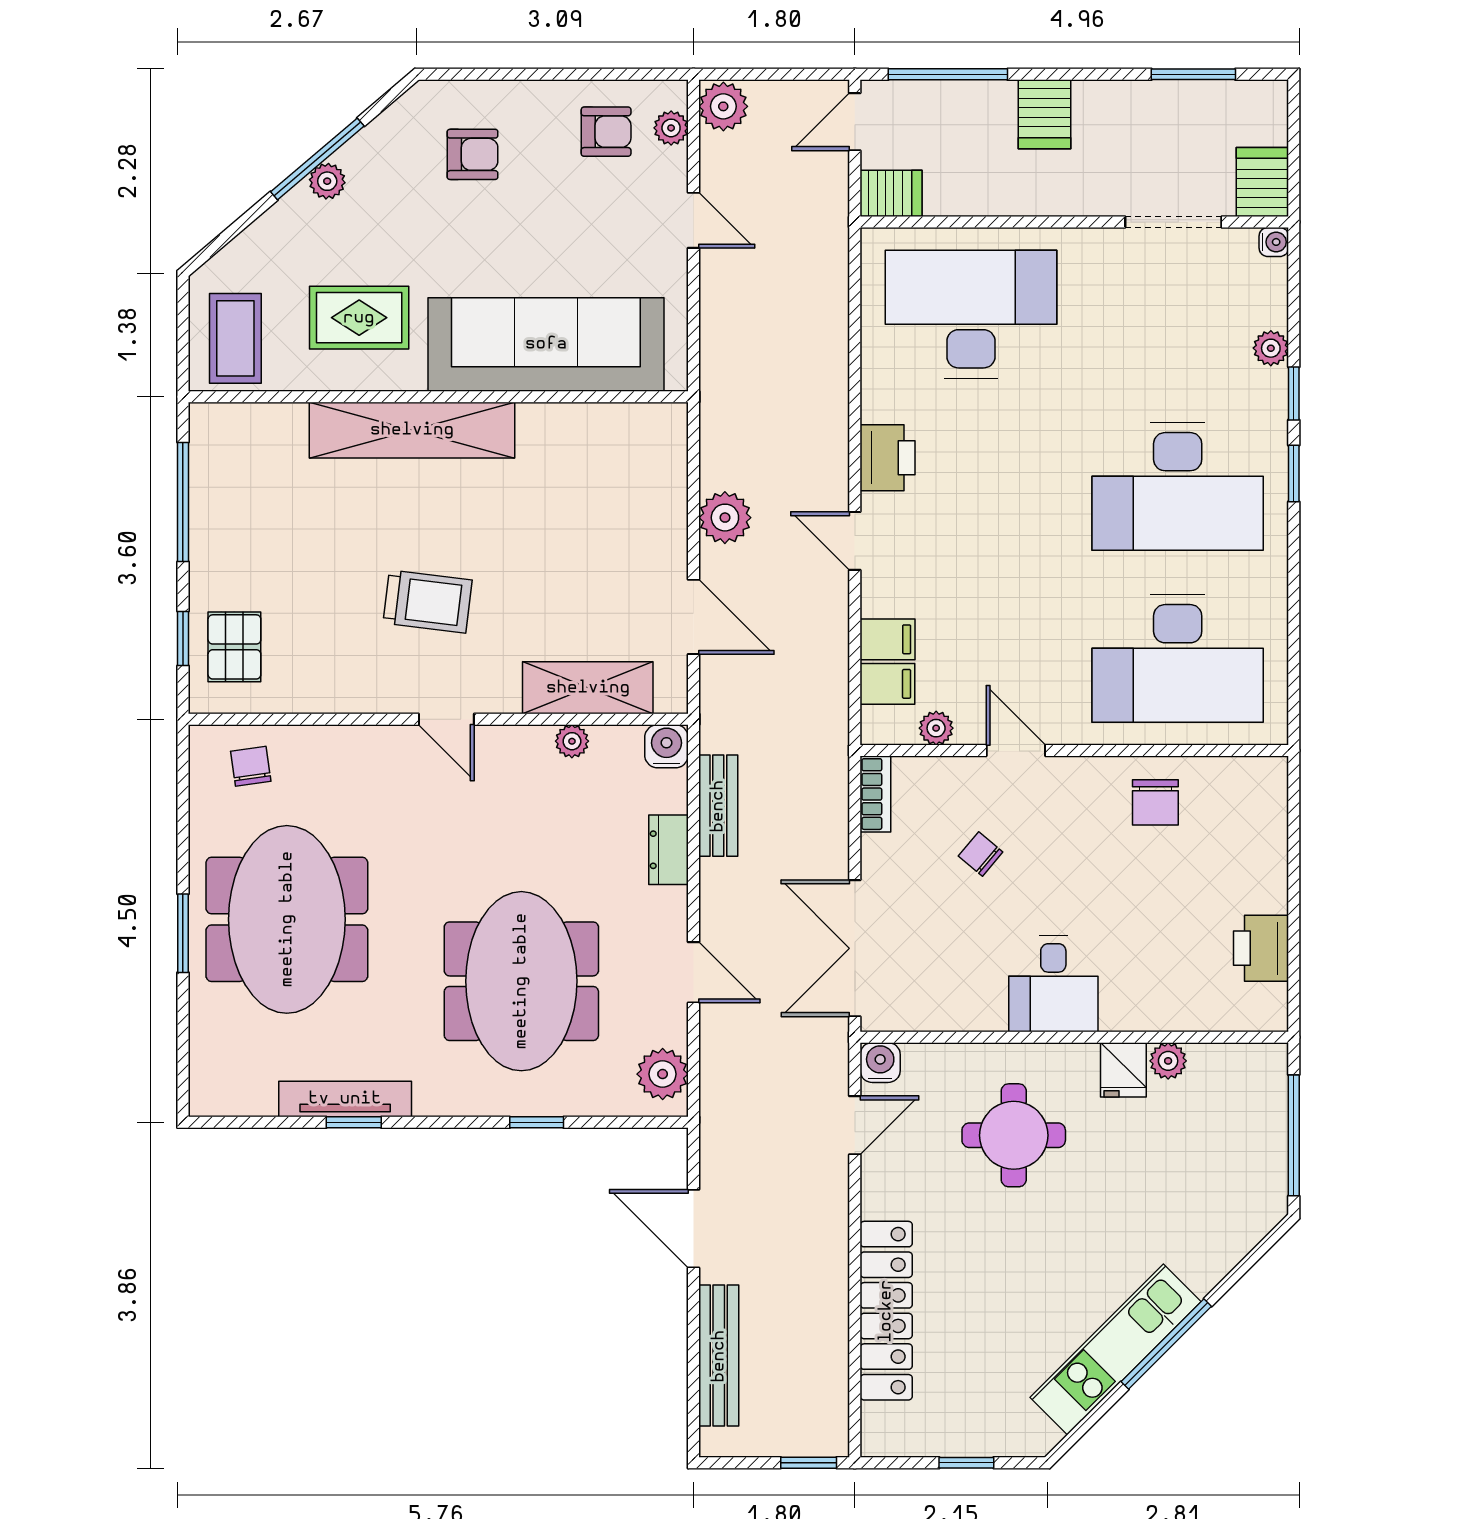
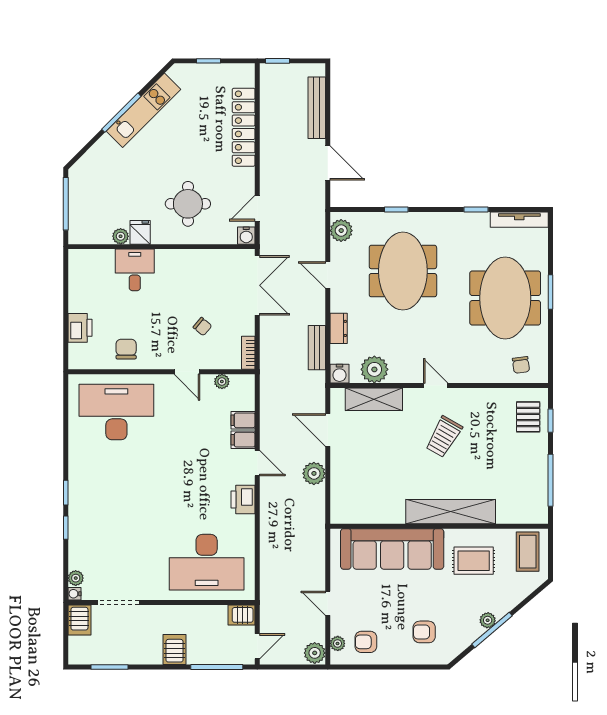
plant: (1271, 348) -> (76, 578), moved
desk: (1178, 486) -> (116, 487), removed
trolley: (428, 602) -> (444, 437), turned -67
filing cabinet: (887, 684) -> (243, 440), moved
plant: (572, 741) -> (374, 369), width x1.87, depth x1.87
printer: (1261, 948) -> (80, 328), moved
desk: (1053, 984) -> (135, 270), moved
tv unit: (345, 1099) -> (519, 220), moved

